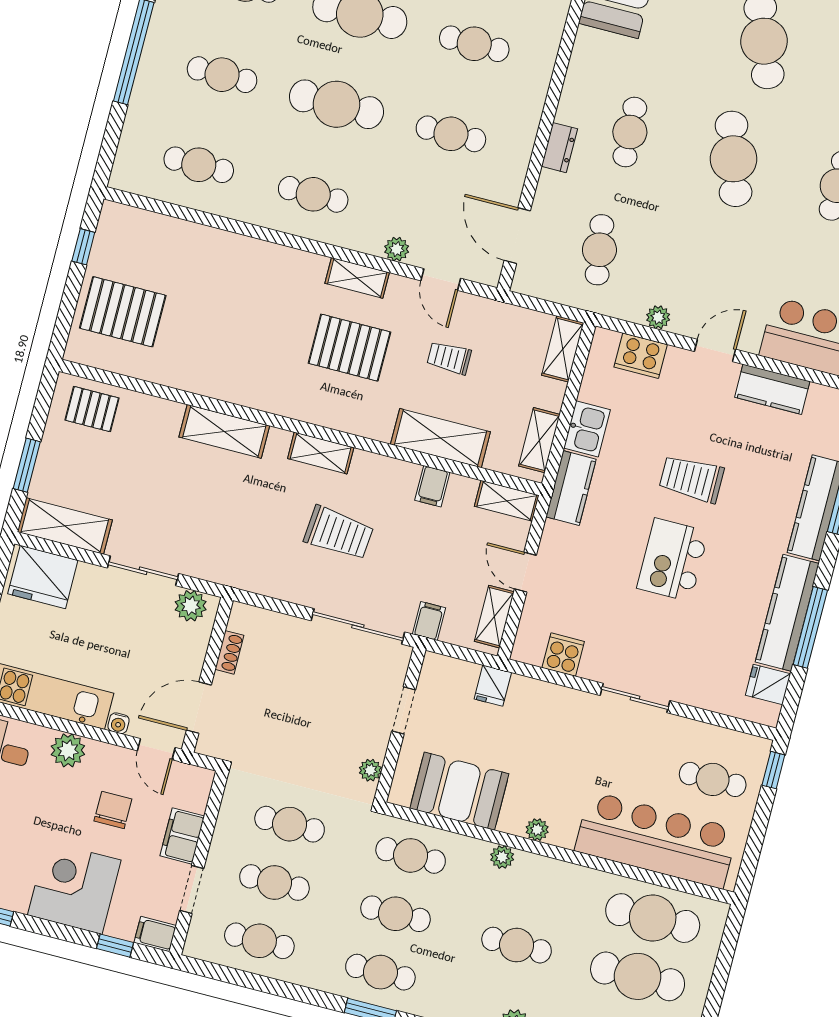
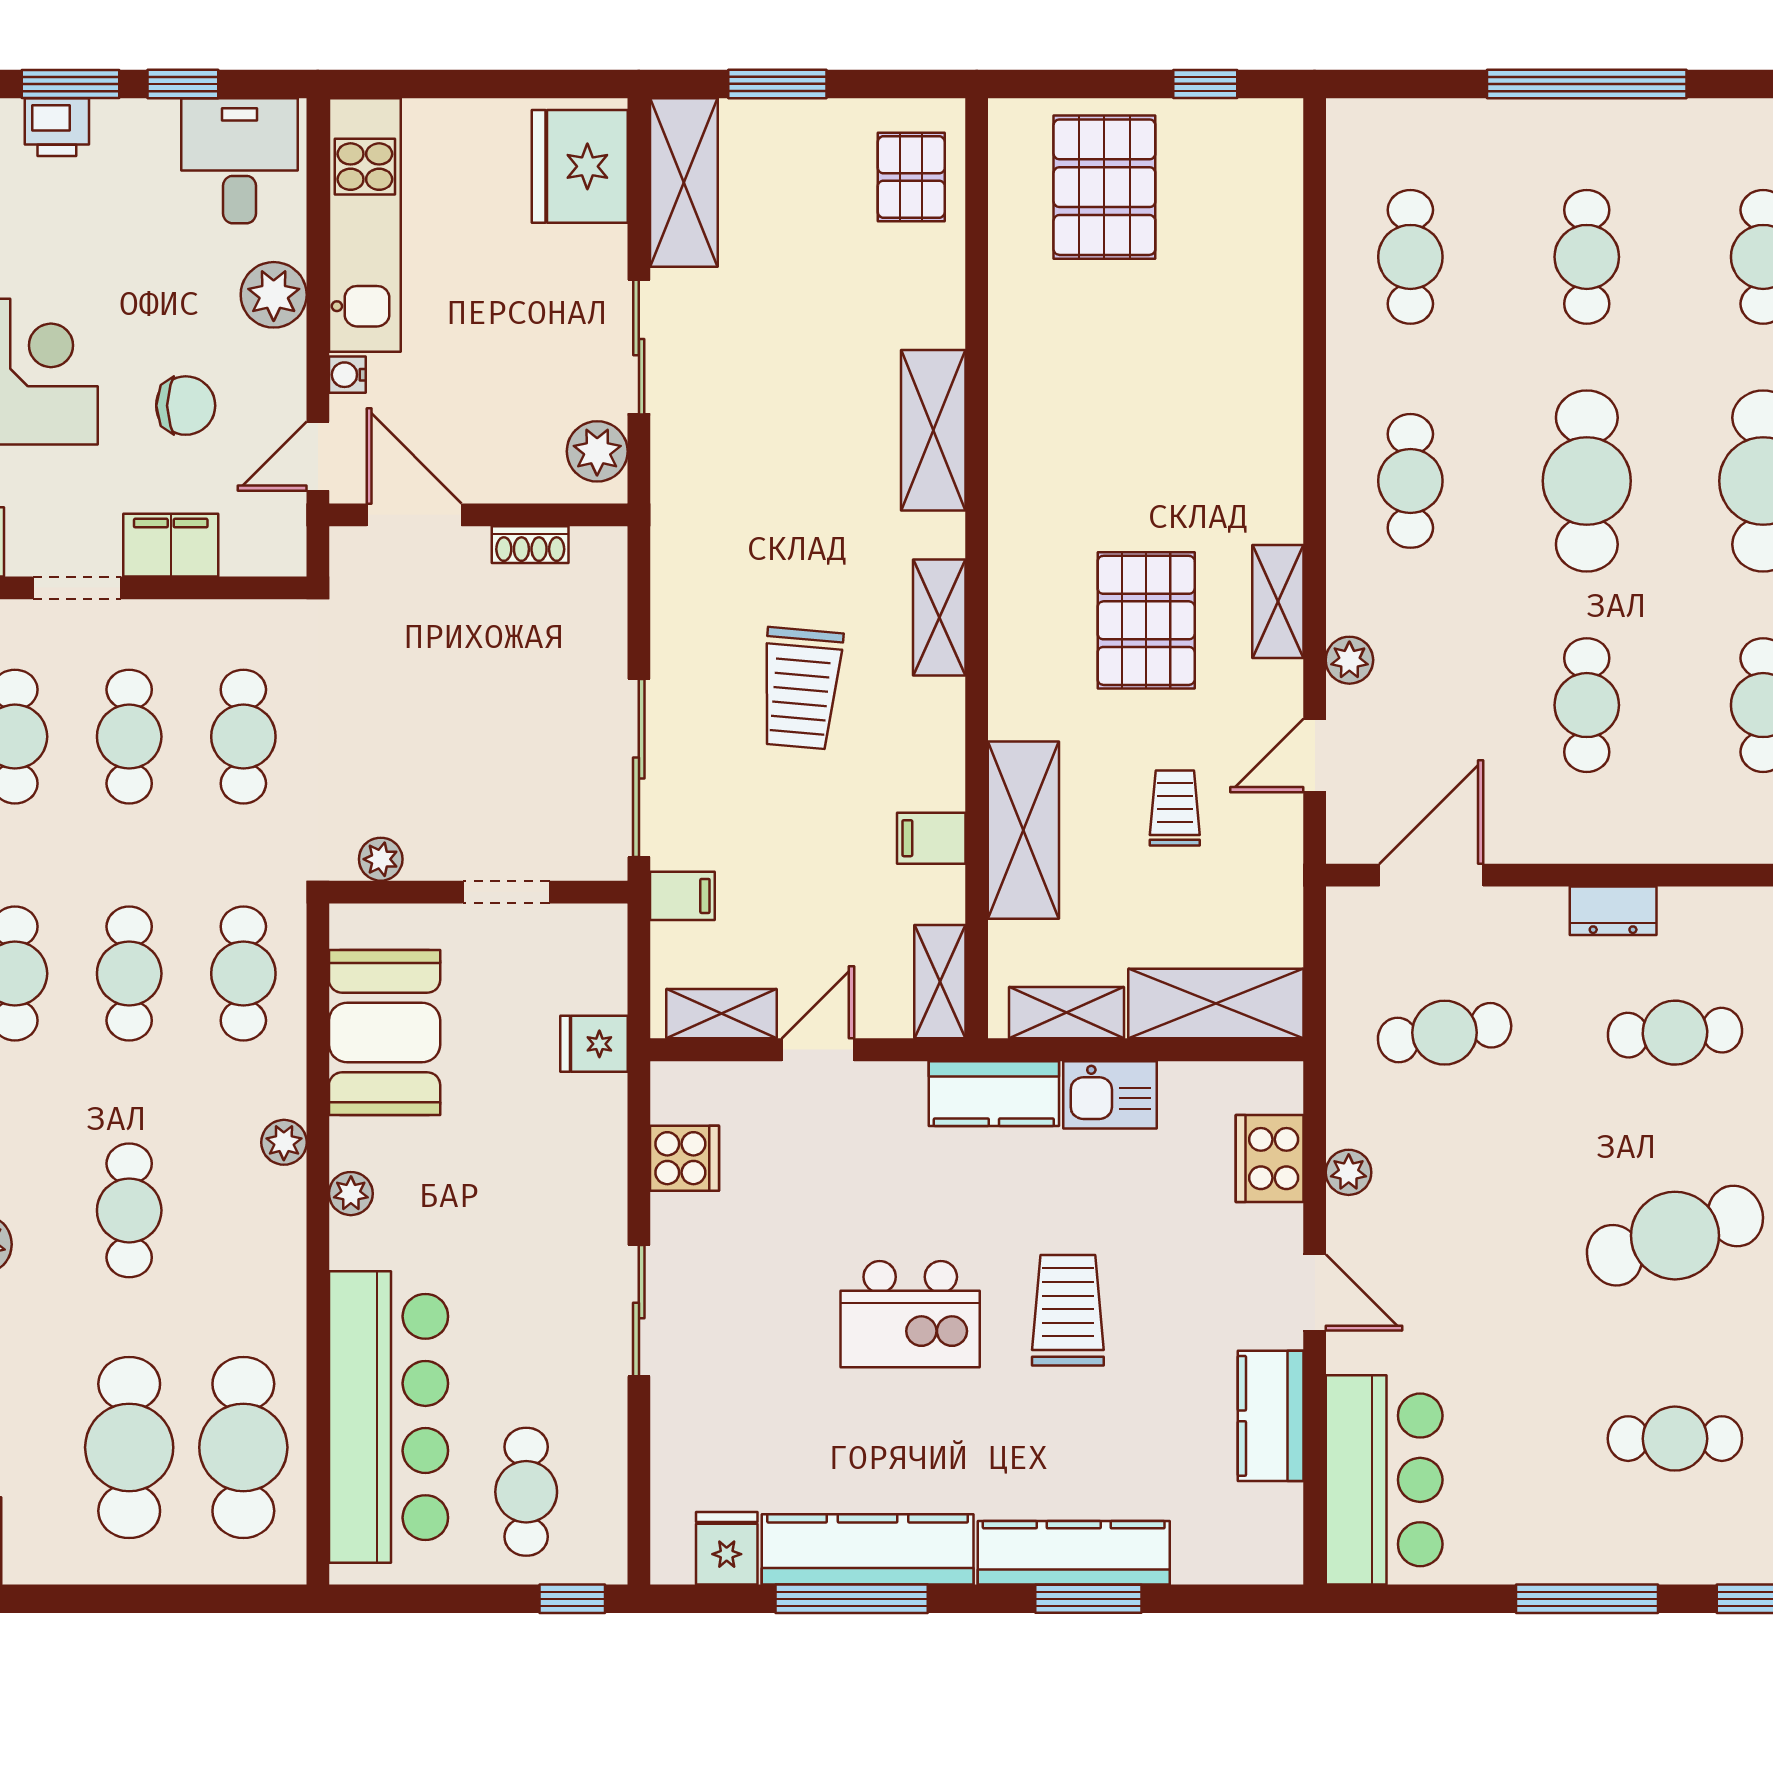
shelving: (563, 349) -> (1216, 1004), width x1.50, depth x1.33
kitchen island: (673, 560) -> (910, 1314), turned 180

